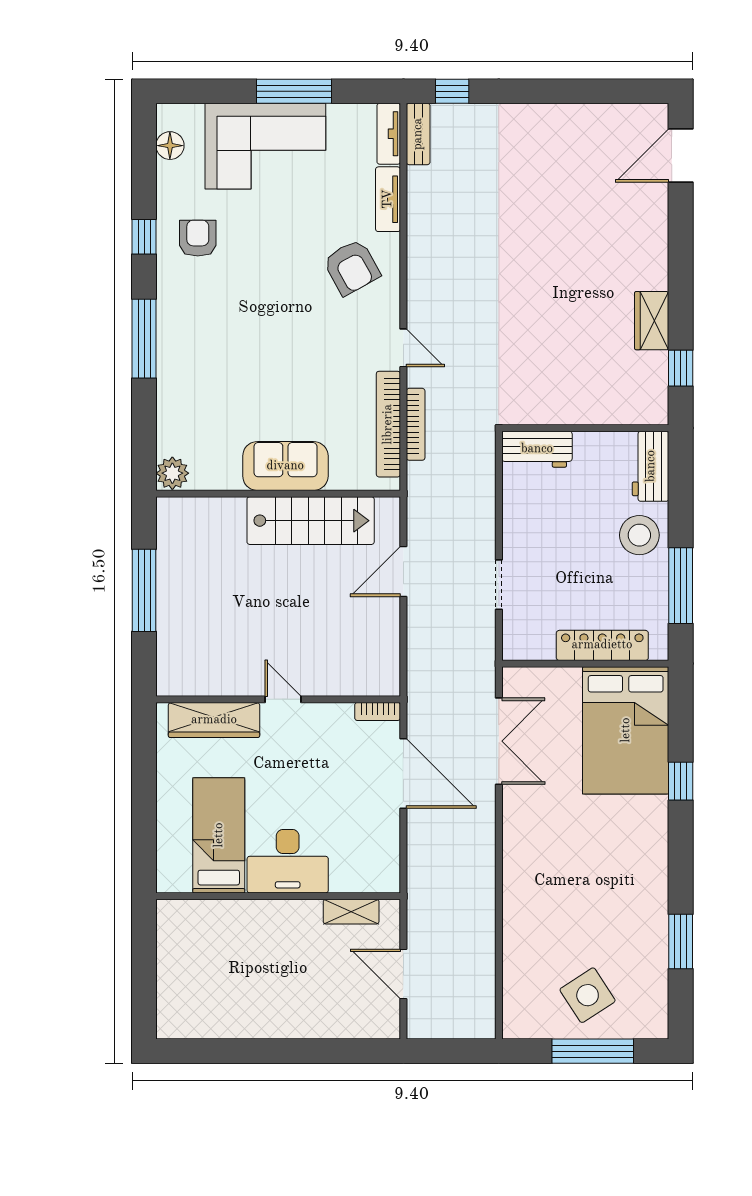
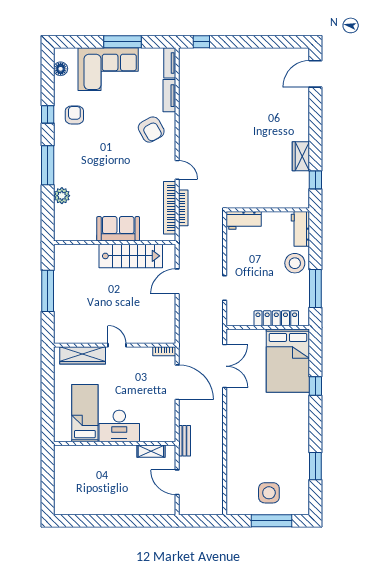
bench: (418, 134) -> (184, 441), moved
plant: (172, 473) -> (62, 196), moved
side table: (588, 995) -> (269, 493), turned 33

